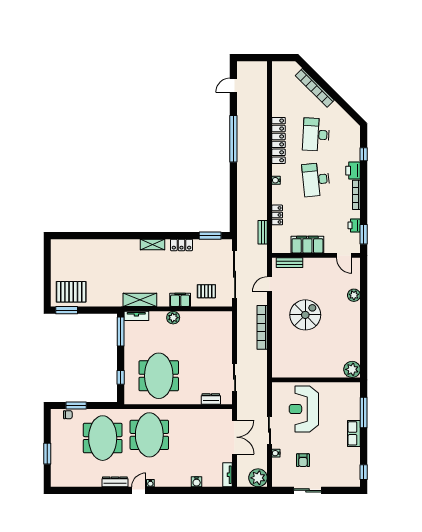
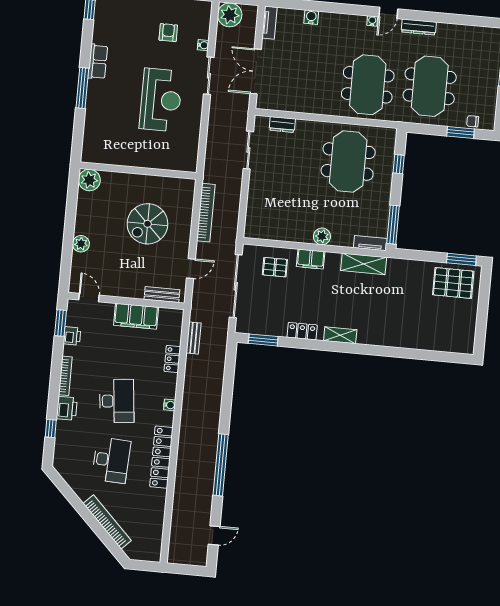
plant: (352, 369) -> (89, 180), moved
wall: (316, 380) -> (138, 171), moved

